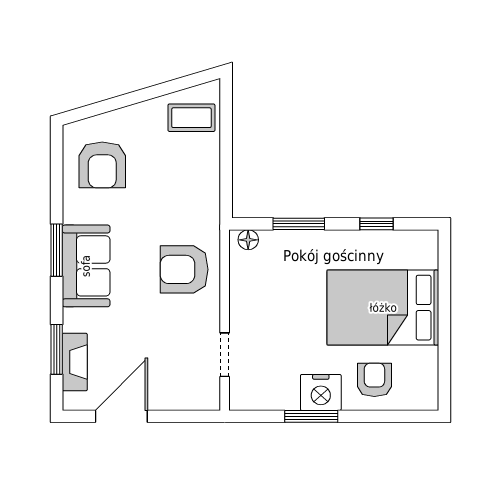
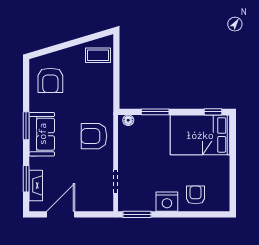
window: (376, 224) -> (213, 112), moved
bed: (383, 308) -> (200, 135), moved
window: (311, 416) -> (137, 214), moved

